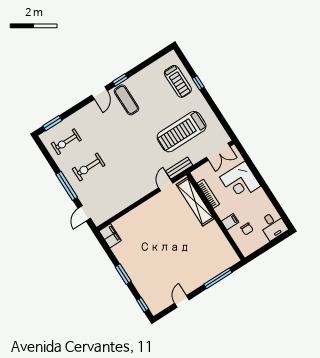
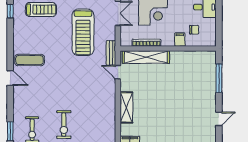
window: (120, 80) -> (10, 11), moved
shelving: (139, 213) -> (126, 108), added
door: (182, 301) -> (219, 119), swing flipped

